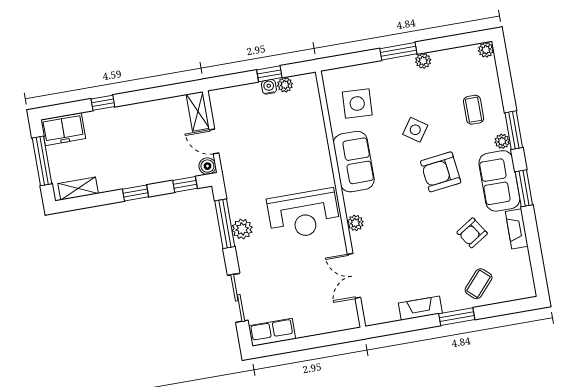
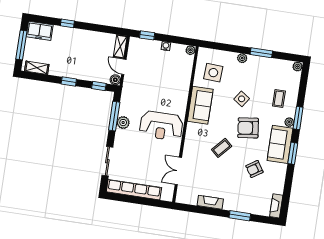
window: (398, 51) -> (261, 53), moved
plant: (423, 61) -> (242, 58), moved
window: (269, 74) -> (147, 35), moved
plant: (285, 85) -> (190, 50), moved
plant: (355, 223) -> (189, 141), removed
fireplace: (517, 229) -> (276, 206), moved
coffee table: (479, 284) -> (222, 148), moved
window: (457, 317) -> (240, 216), moved
row of seats: (272, 332) -> (134, 190), width x2.02

